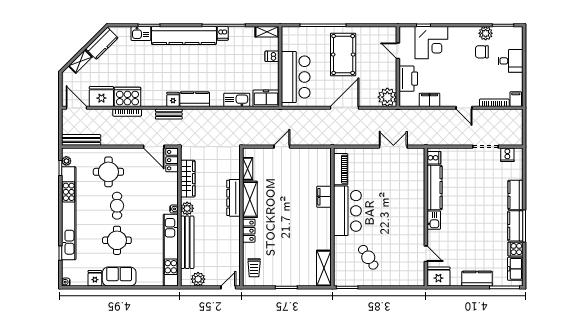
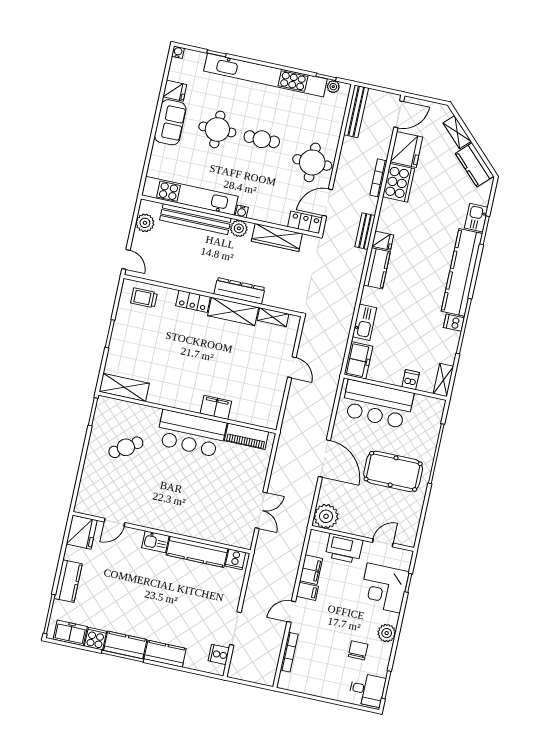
plant: (486, 33) -> (387, 633), moved
desk: (511, 61) -> (367, 690), moved, turned -90
filing cabinet: (516, 99) -> (307, 591), moved
round table: (108, 172) -> (312, 162), moved

